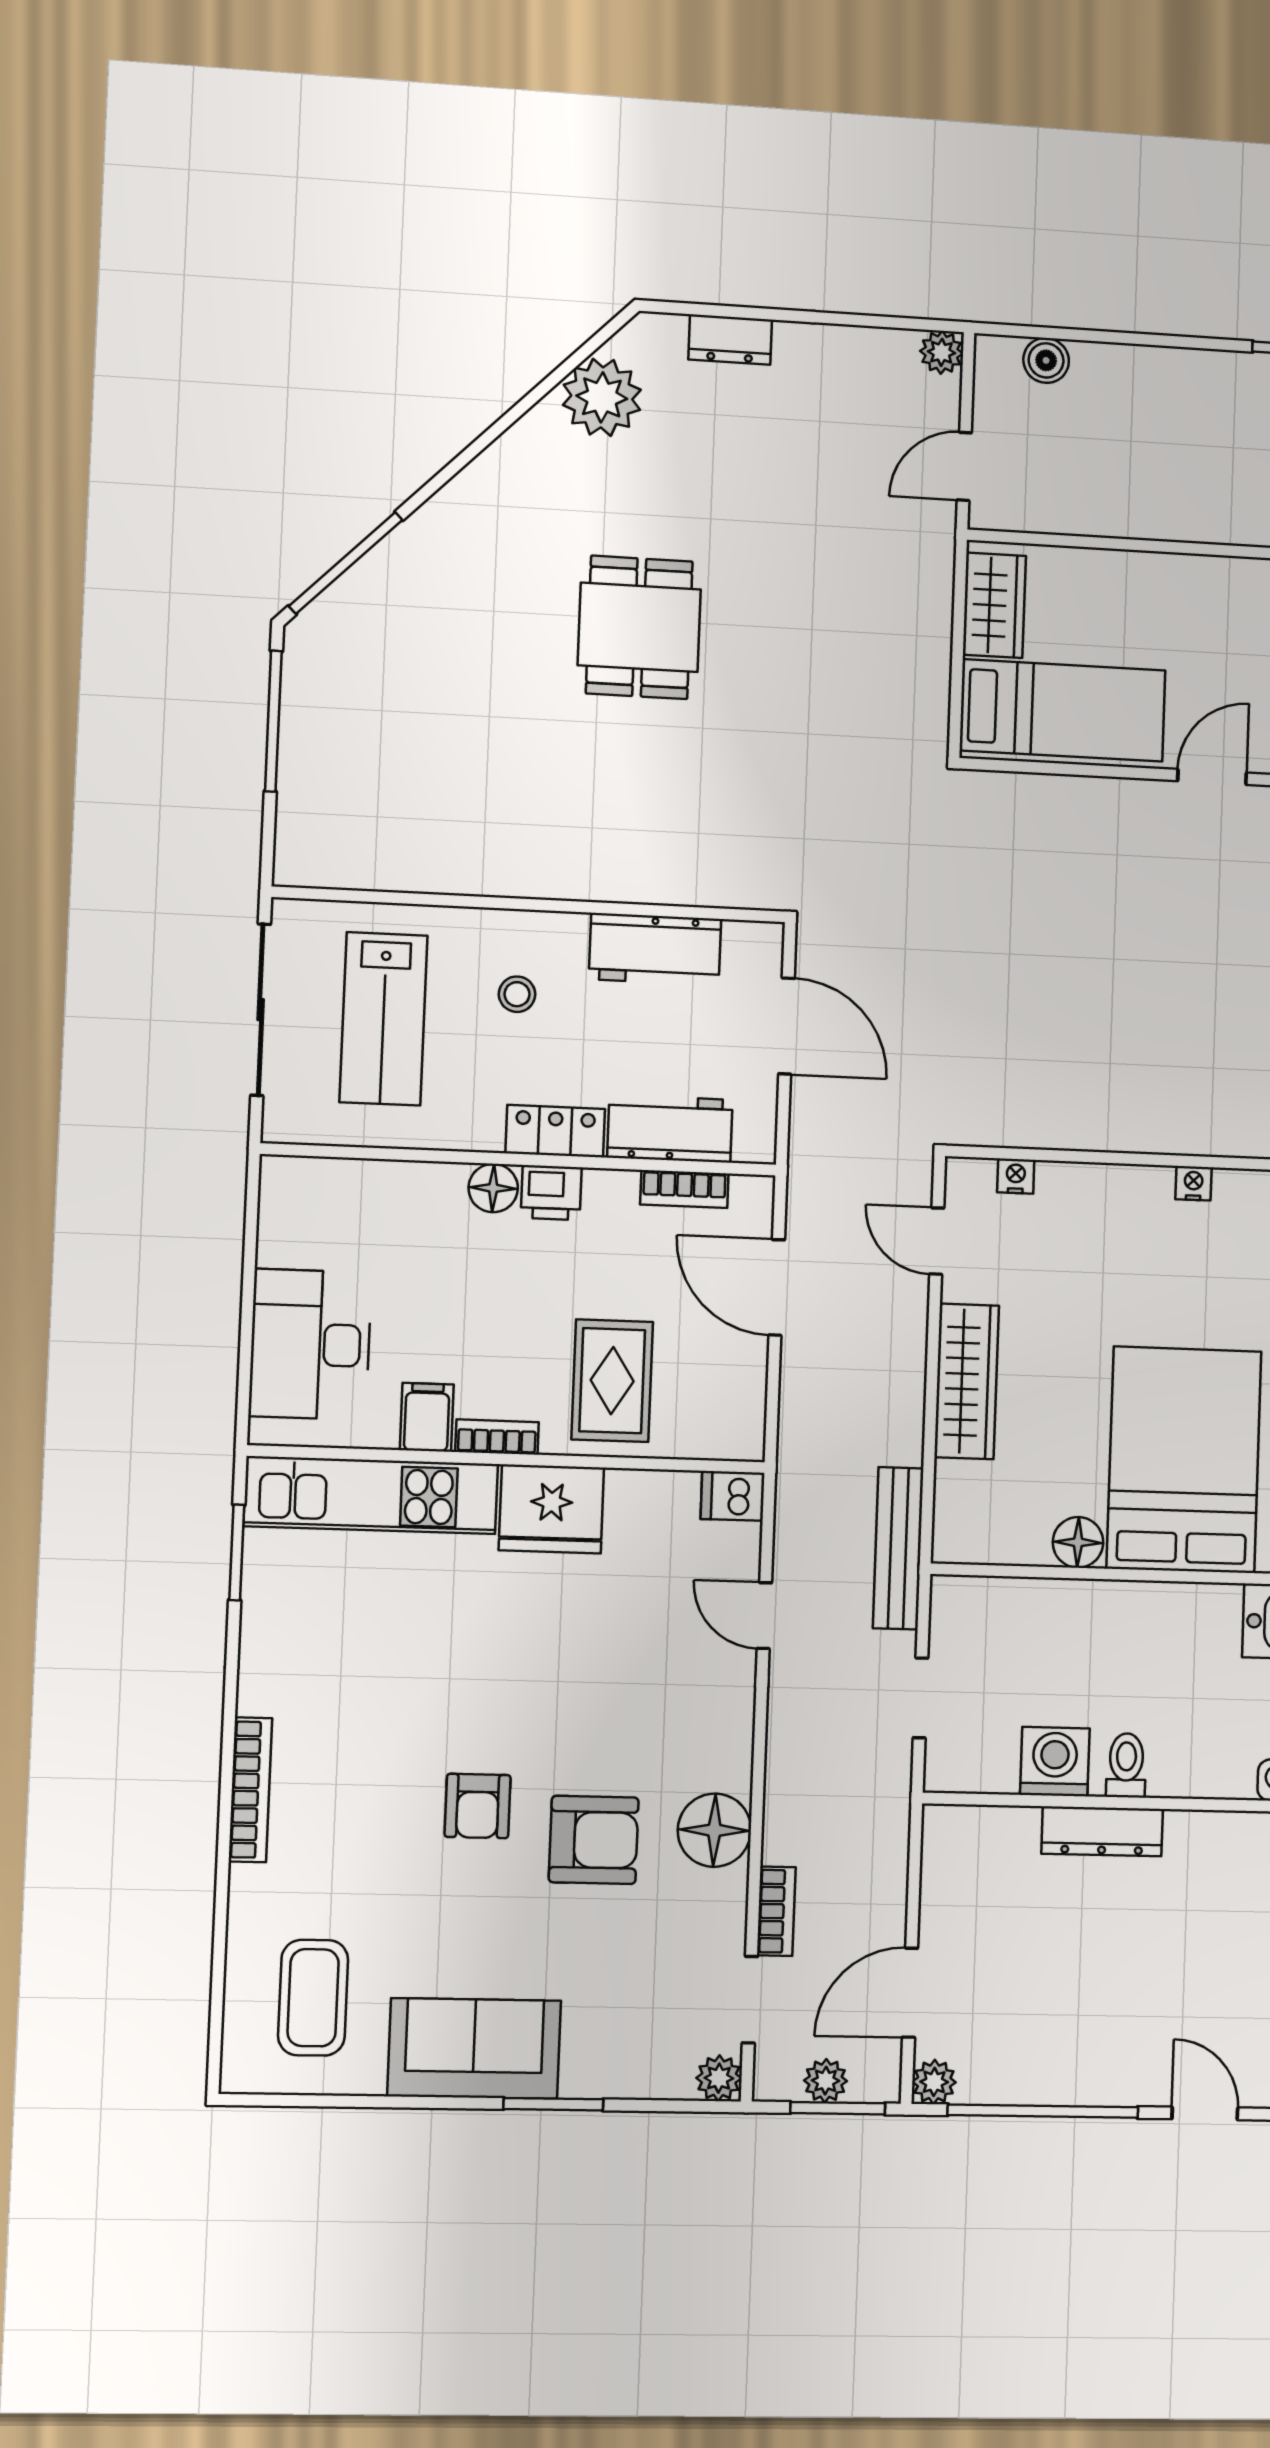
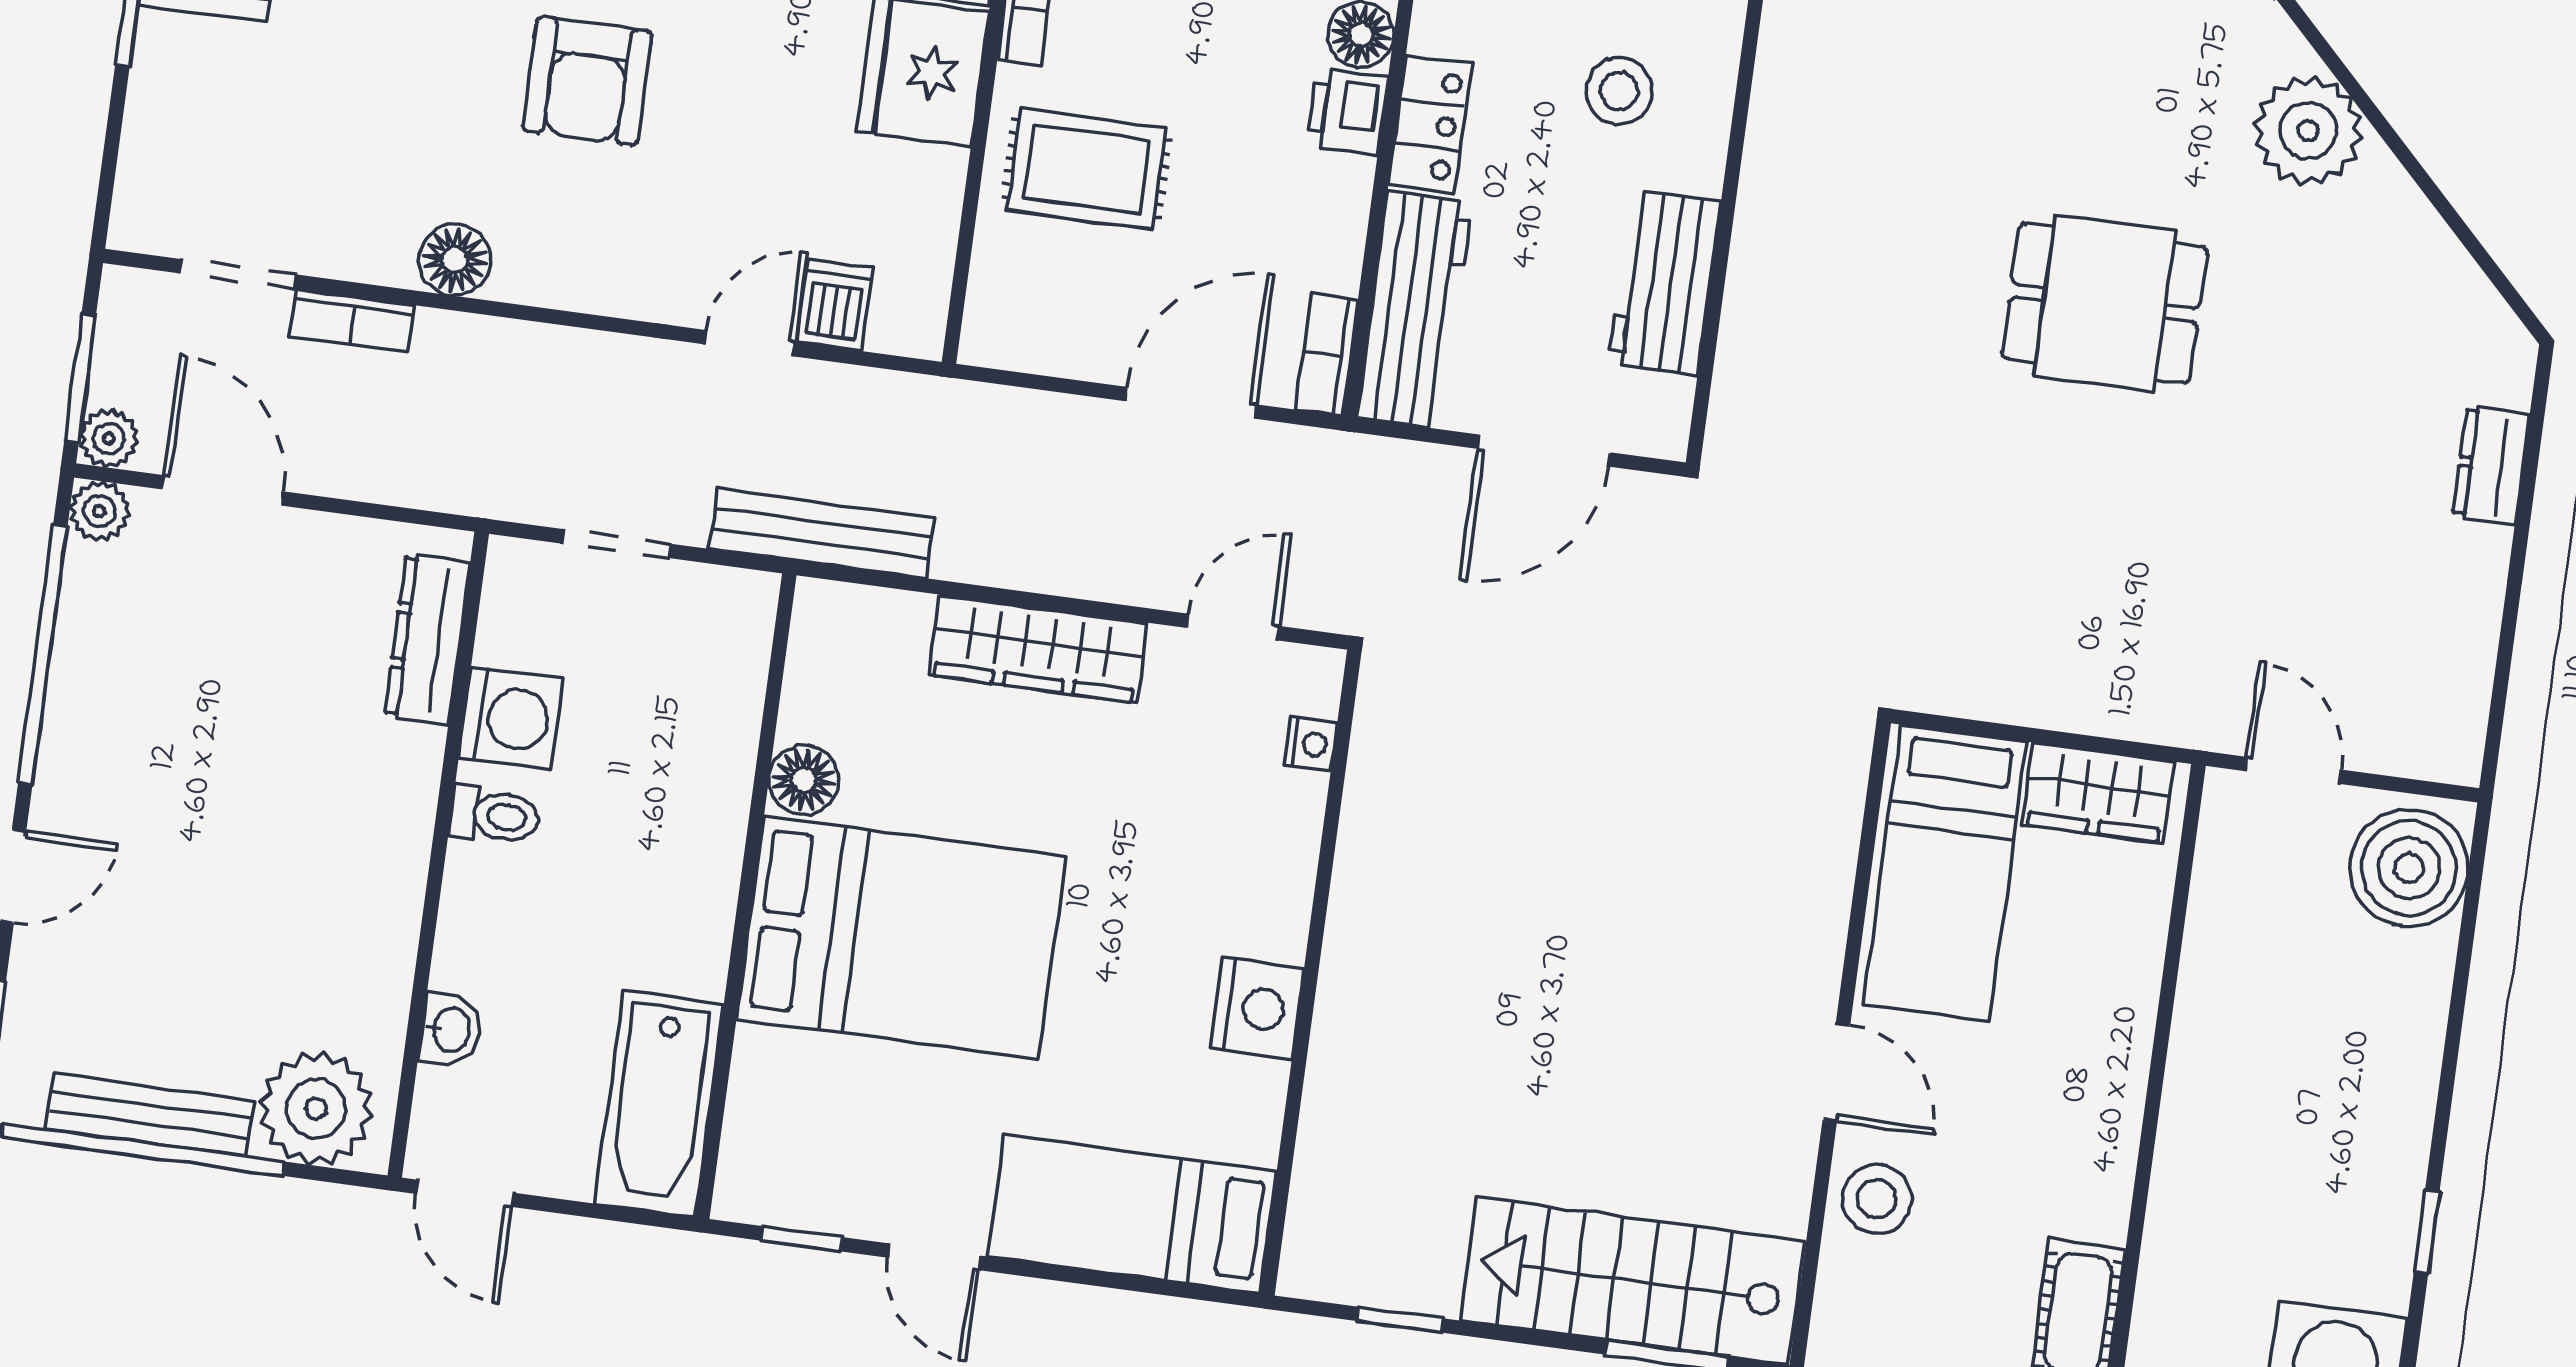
plant: (942, 352) -> (2454, 755), removed
boiler: (1046, 360) -> (2409, 868), width x1.86, depth x1.86
plant: (602, 397) -> (2308, 131), moved
stool: (517, 994) -> (1619, 91), width x1.37, depth x1.37
workbench: (670, 1129) -> (1415, 310), width x1.37
nightstand: (1194, 1183) -> (1257, 1008), width x1.89, depth x1.79
bookcase: (684, 1189) -> (1327, 354), moved
dishwasher: (733, 1496) -> (835, 305), moved
floor lamp: (714, 1830) -> (455, 260), width x0.73, depth x0.73
dresser: (1102, 1831) -> (427, 639), moved
armchair: (594, 1840) -> (587, 81), moved
plant: (719, 2078) -> (139, 222), removed
plant: (826, 2081) -> (109, 438), moved

